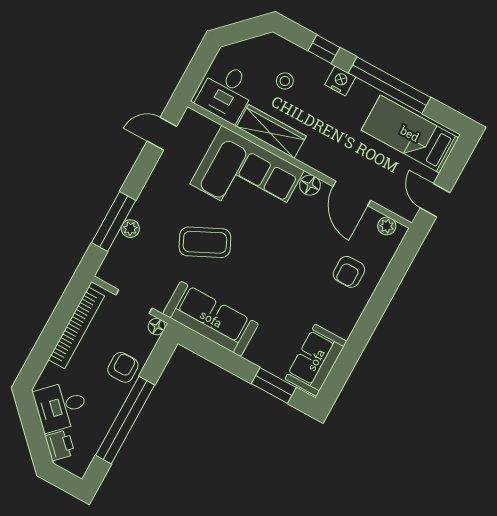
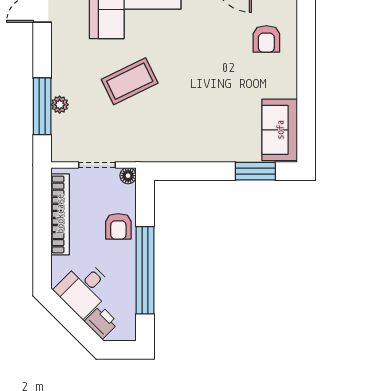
sofa: (211, 319) -> (170, 144), removed
armchair: (123, 367) -> (118, 226), turned 180

